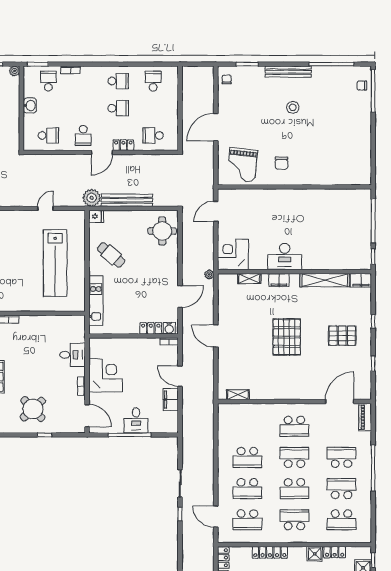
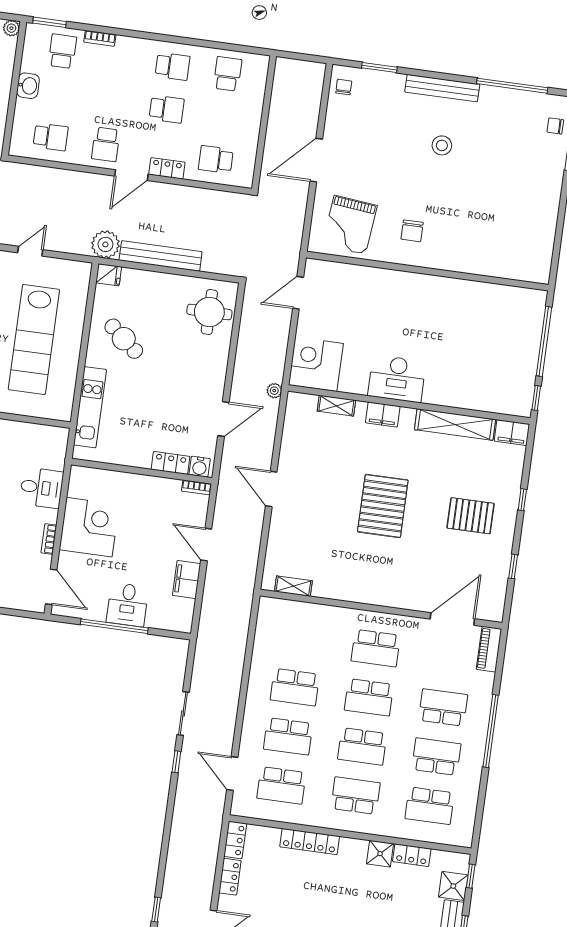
school desk: (294, 457) -> (369, 697), turned 180

